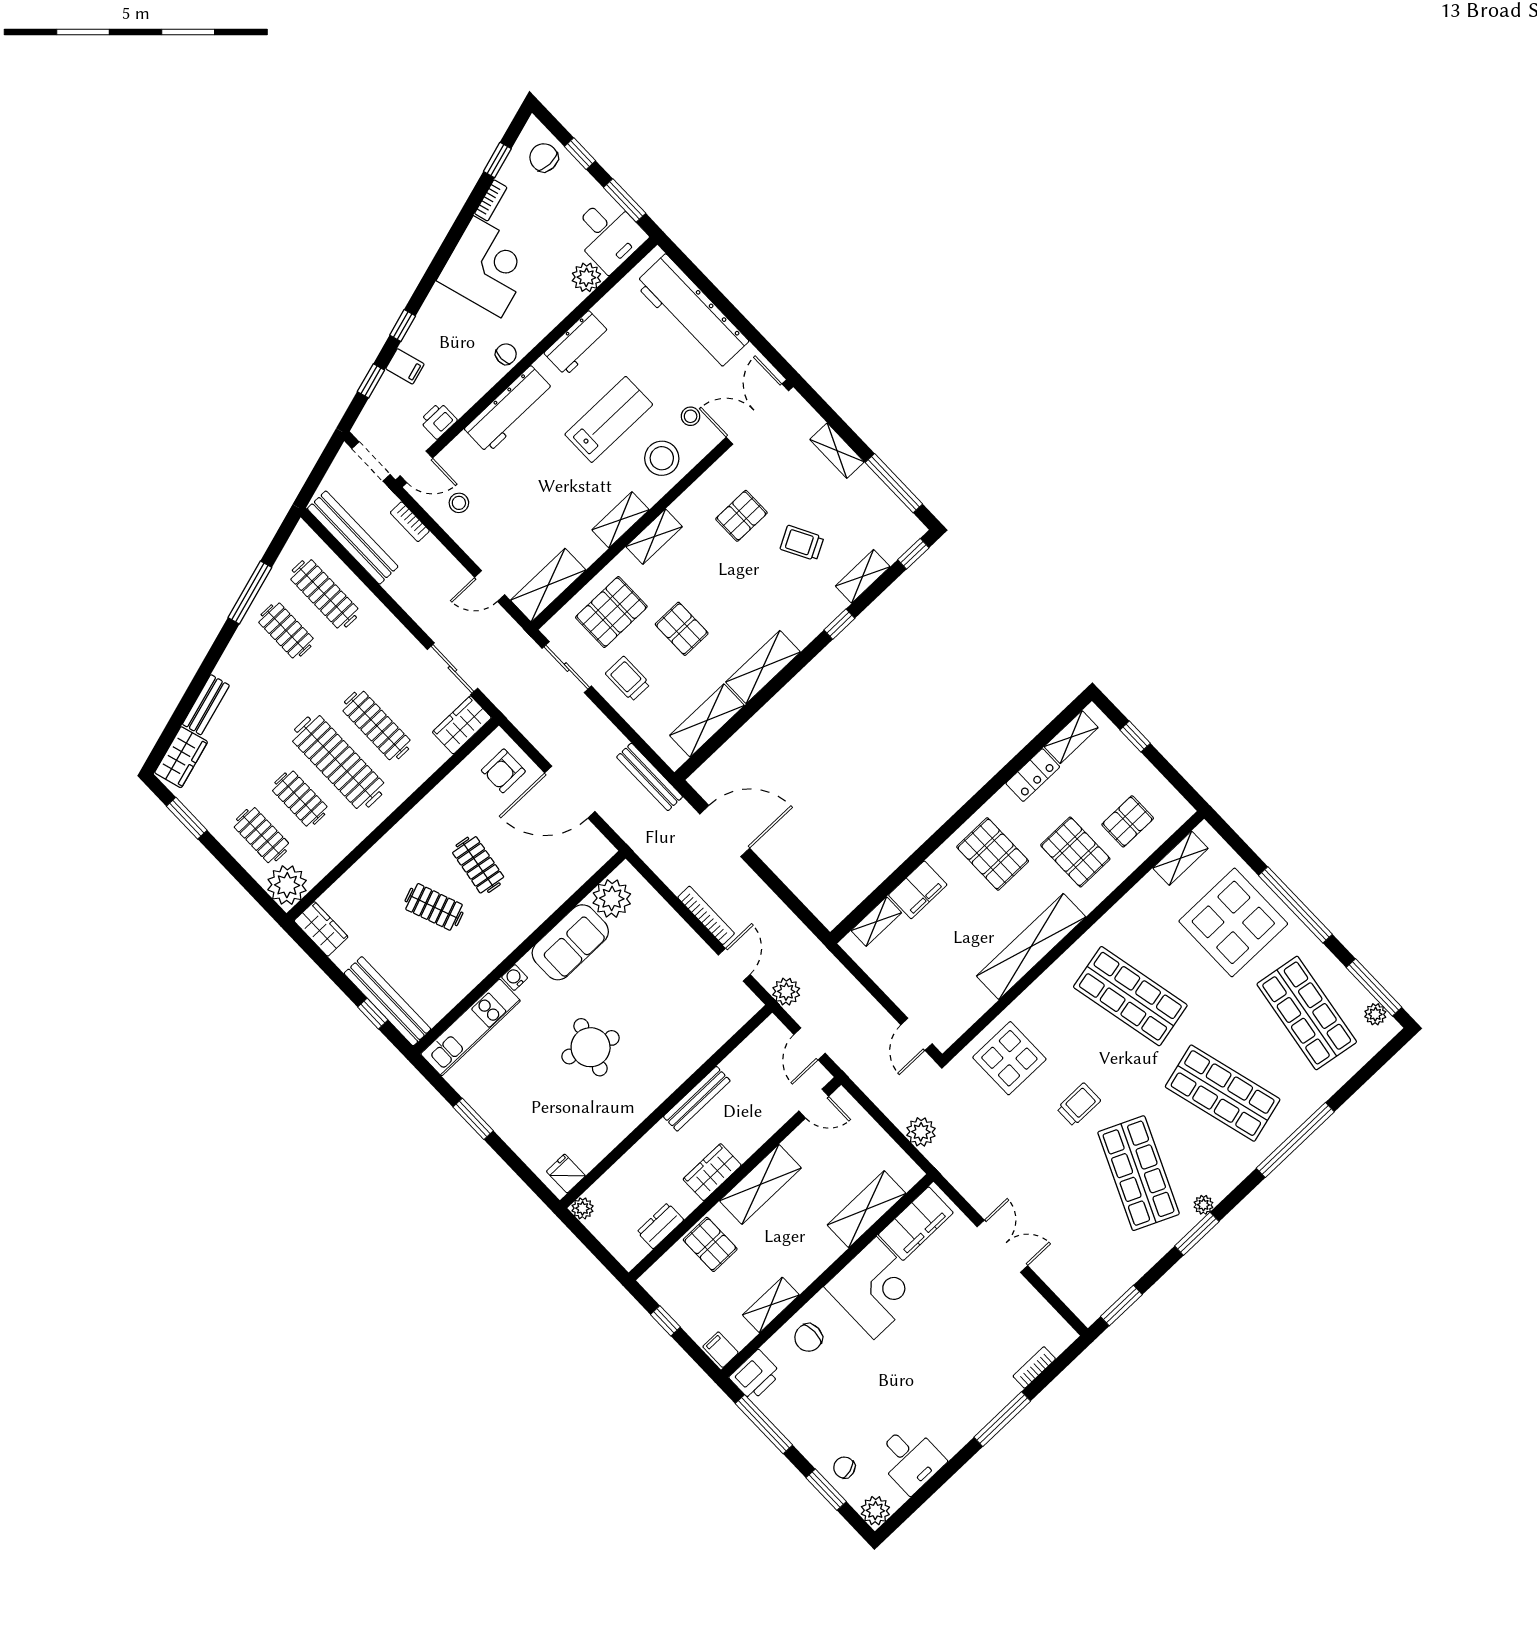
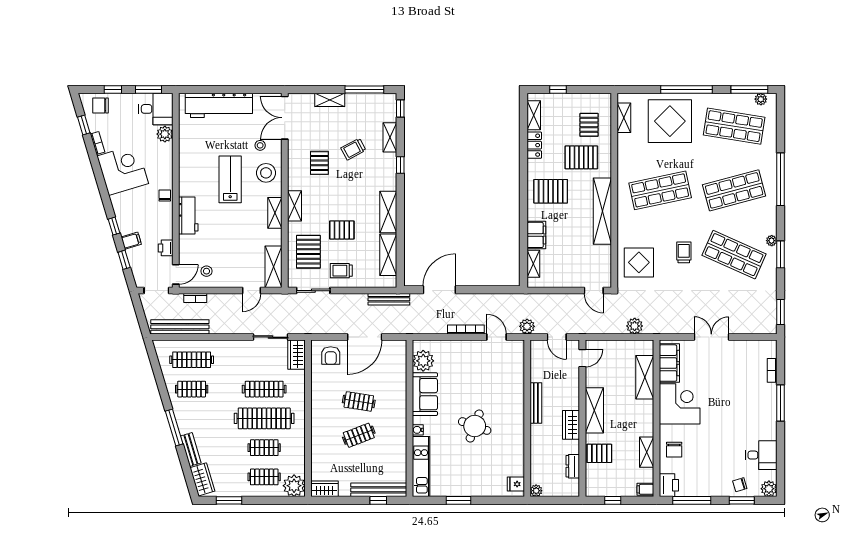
workbench: (577, 343) -> (188, 163), removed
workbench: (509, 410) -> (188, 215), width x0.73
window: (250, 592) -> (174, 427), moved

